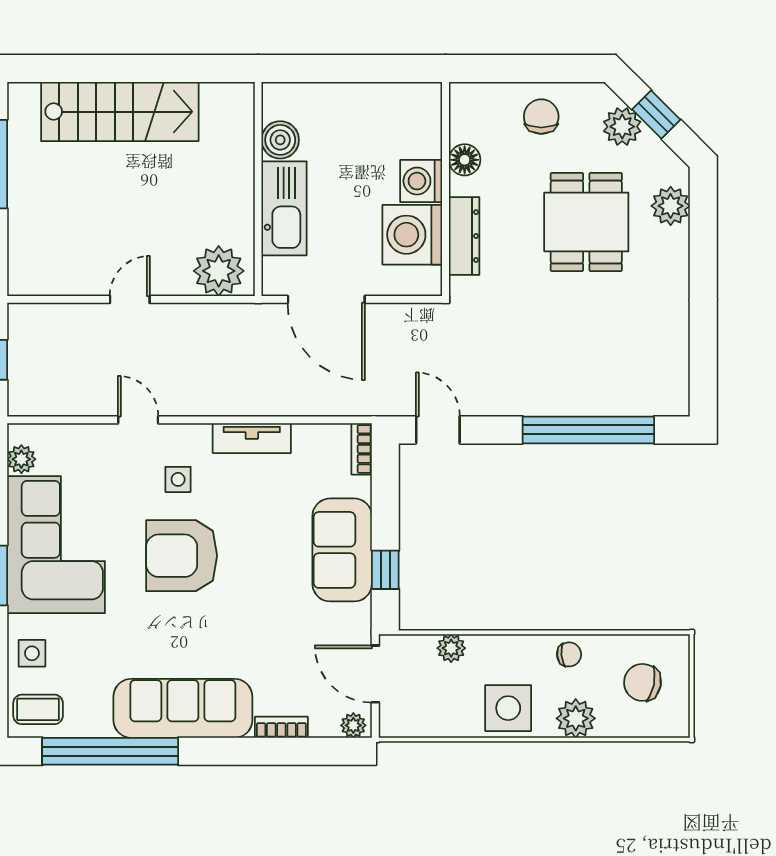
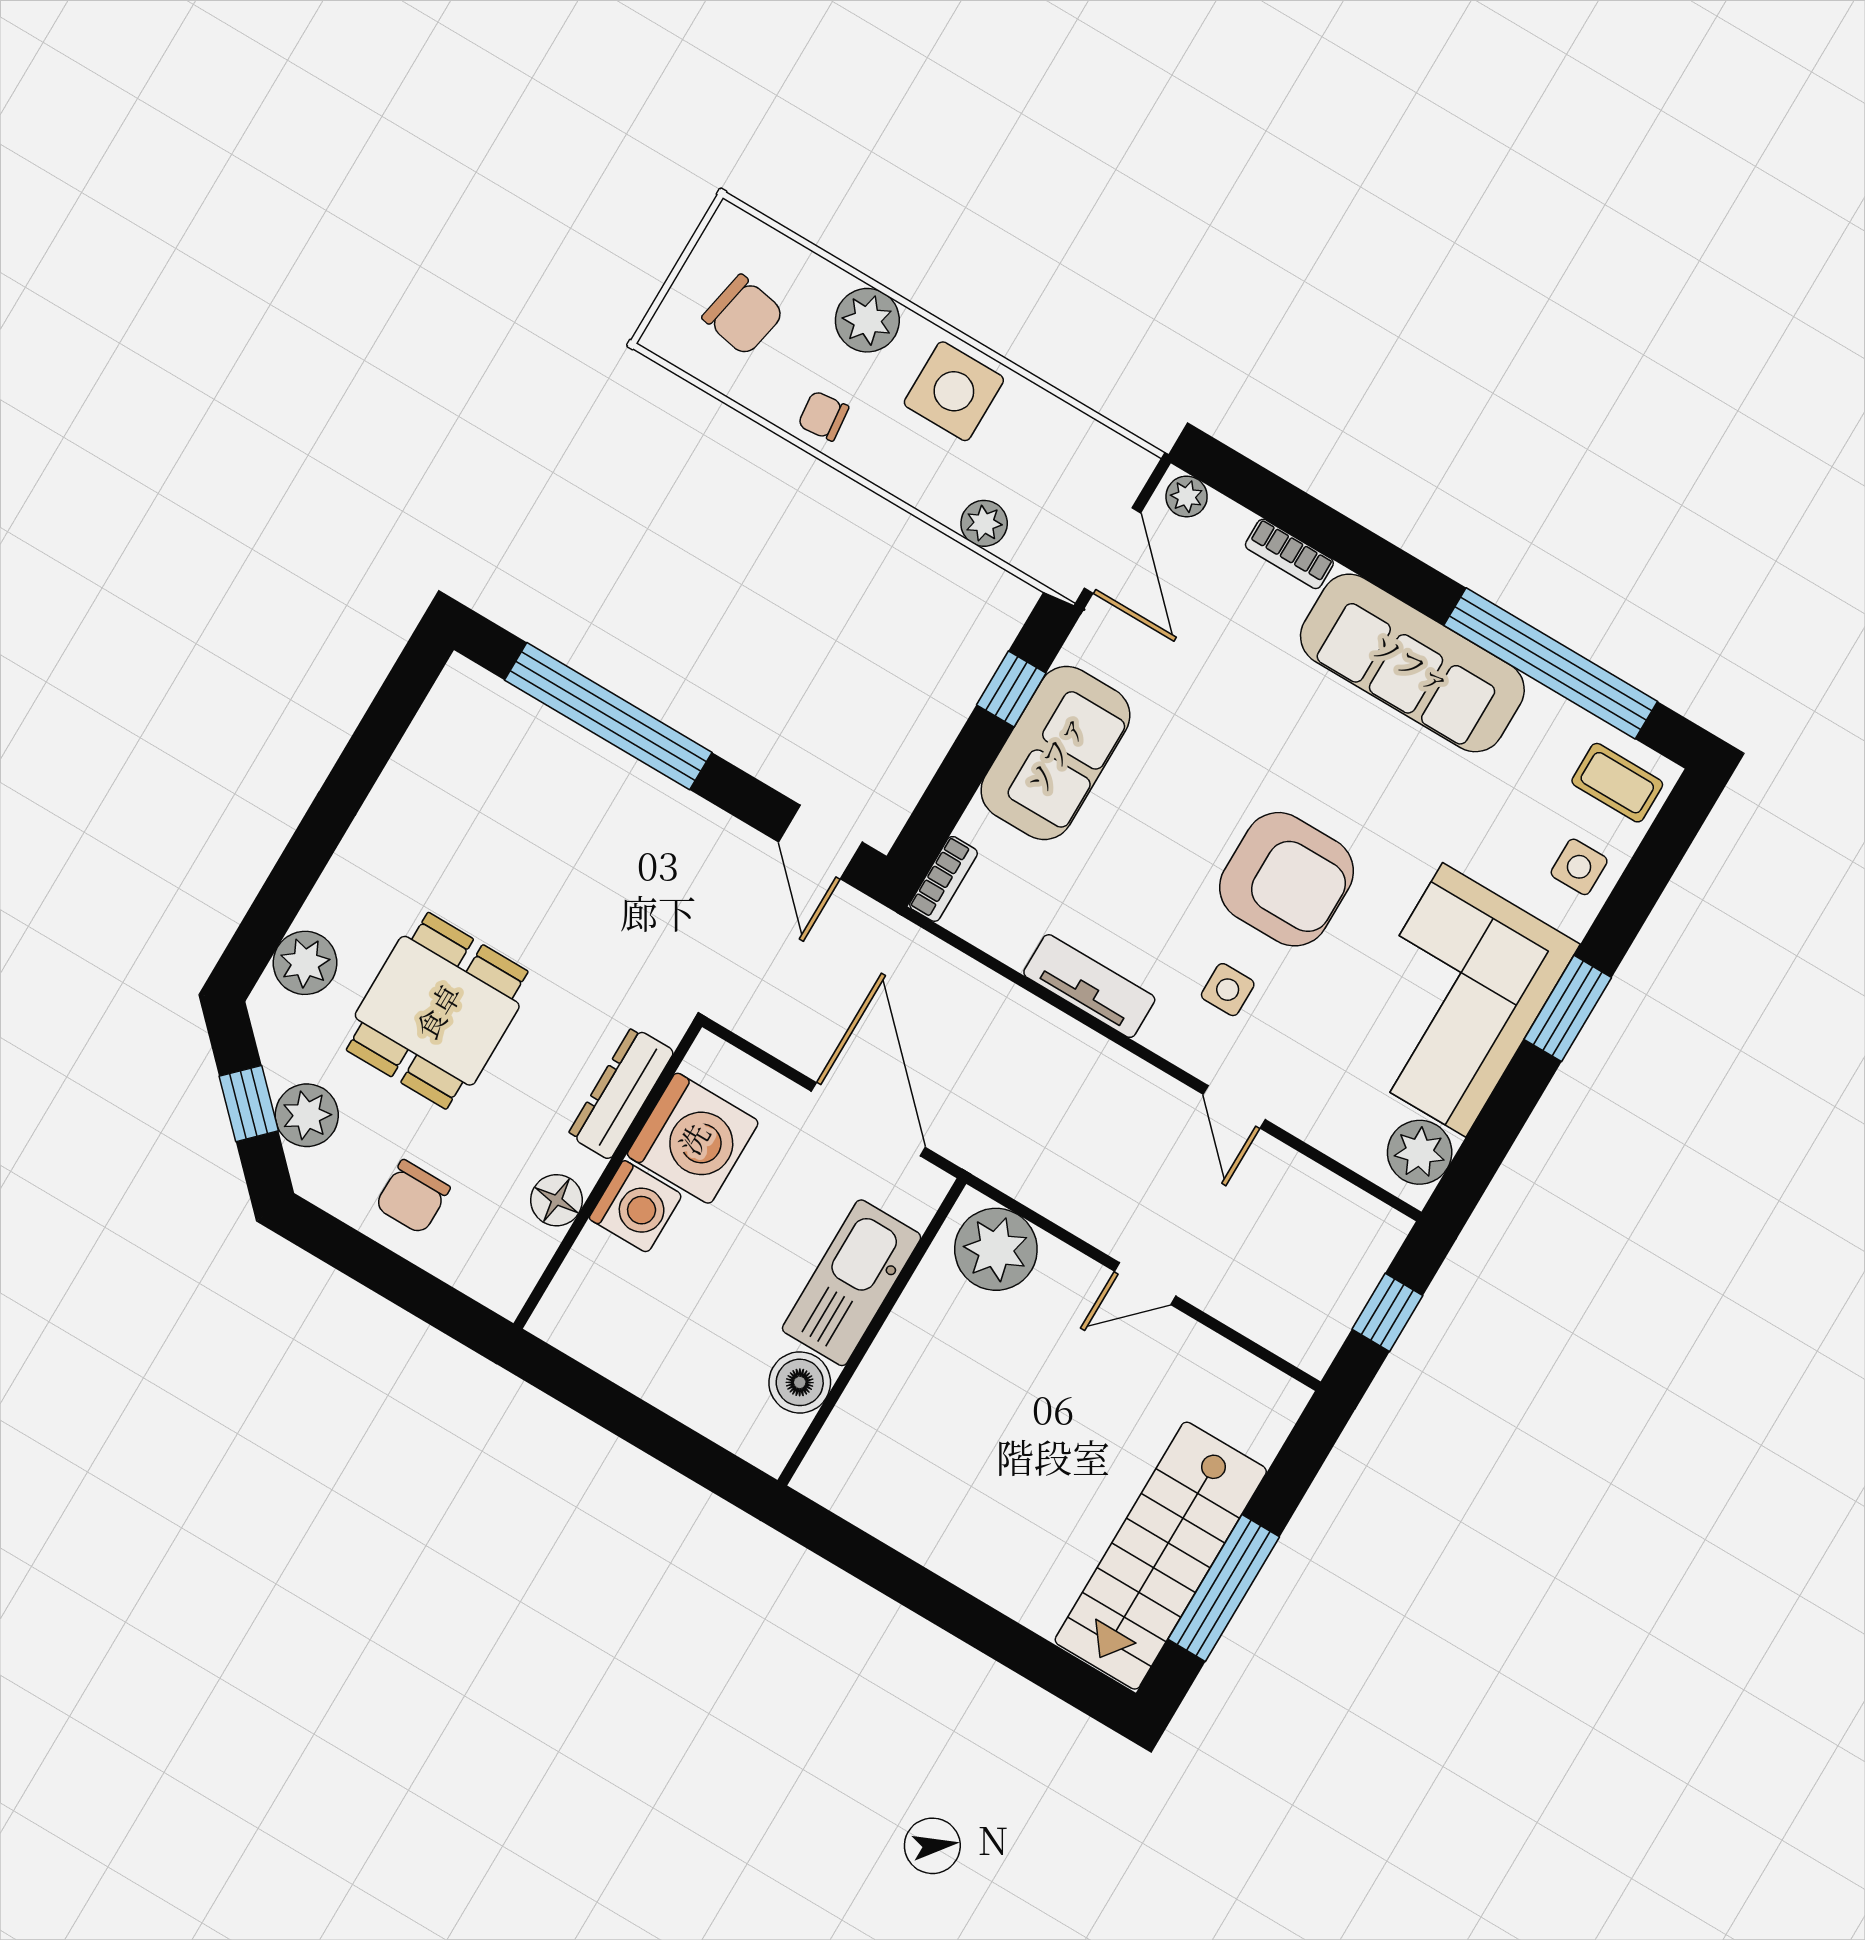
stairs: (120, 112) -> (1161, 1556), moved, turned -90
plant: (21, 459) -> (1420, 1152), width x1.38, depth x1.38

